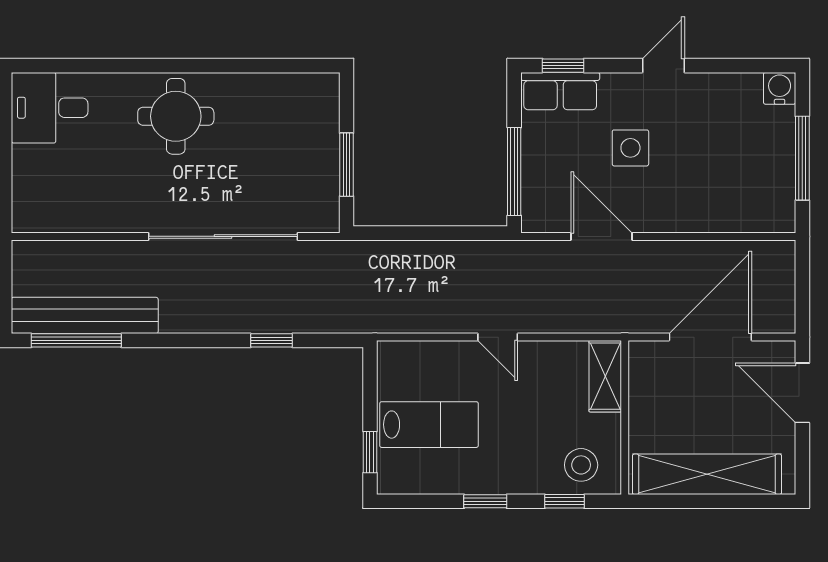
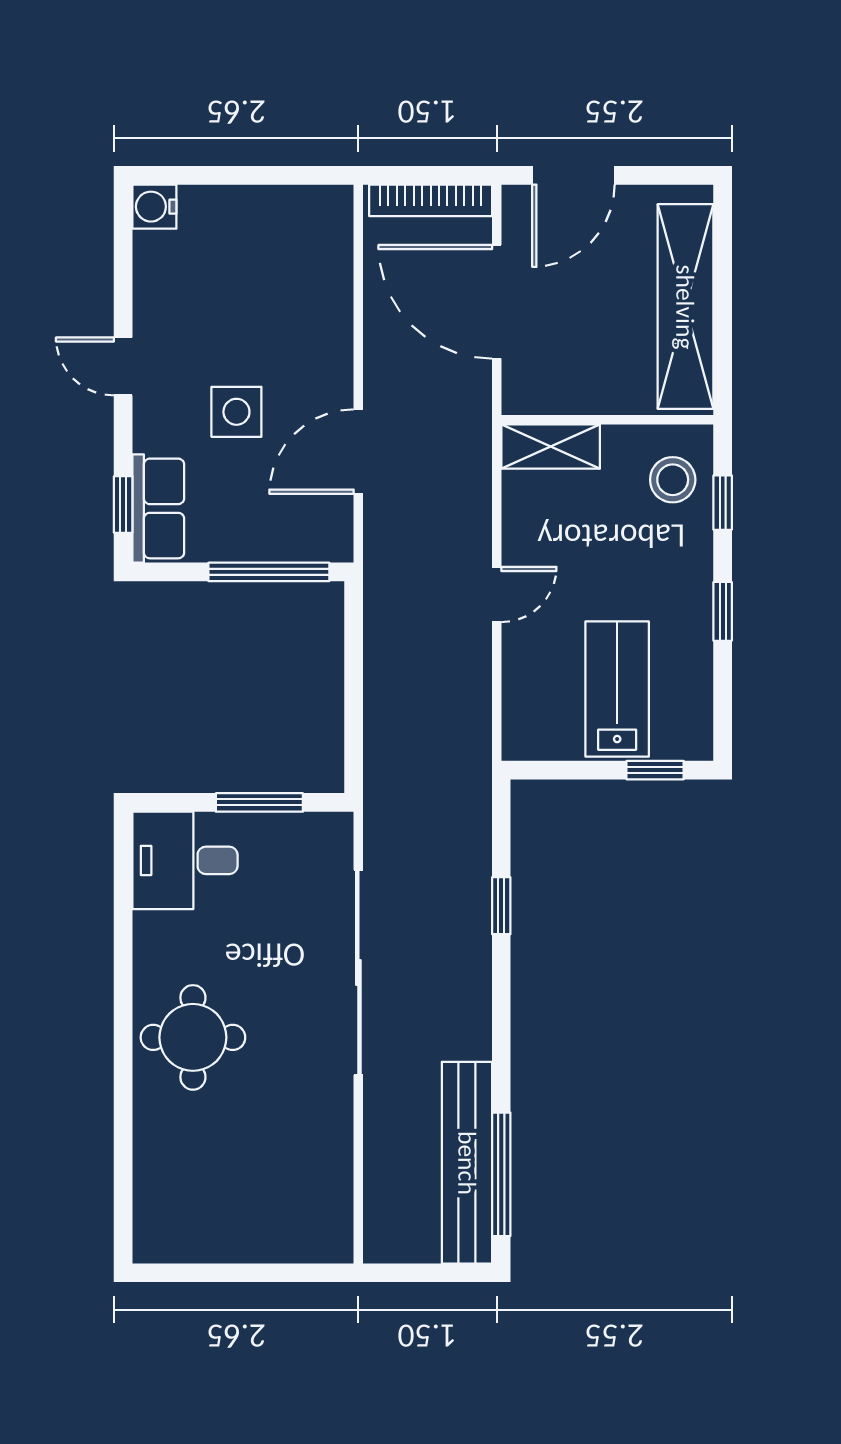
desk: (50, 108) -> (185, 860), moved, turned 90
window: (802, 158) -> (251, 175), removed
bookcase: (784, 289) -> (431, 200), added

